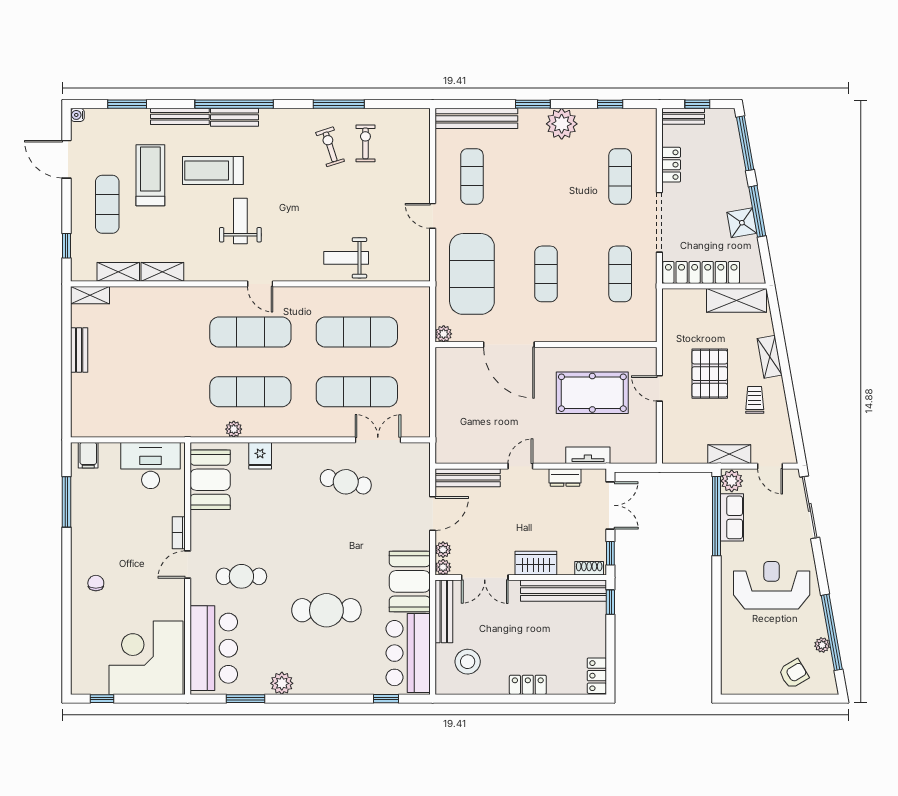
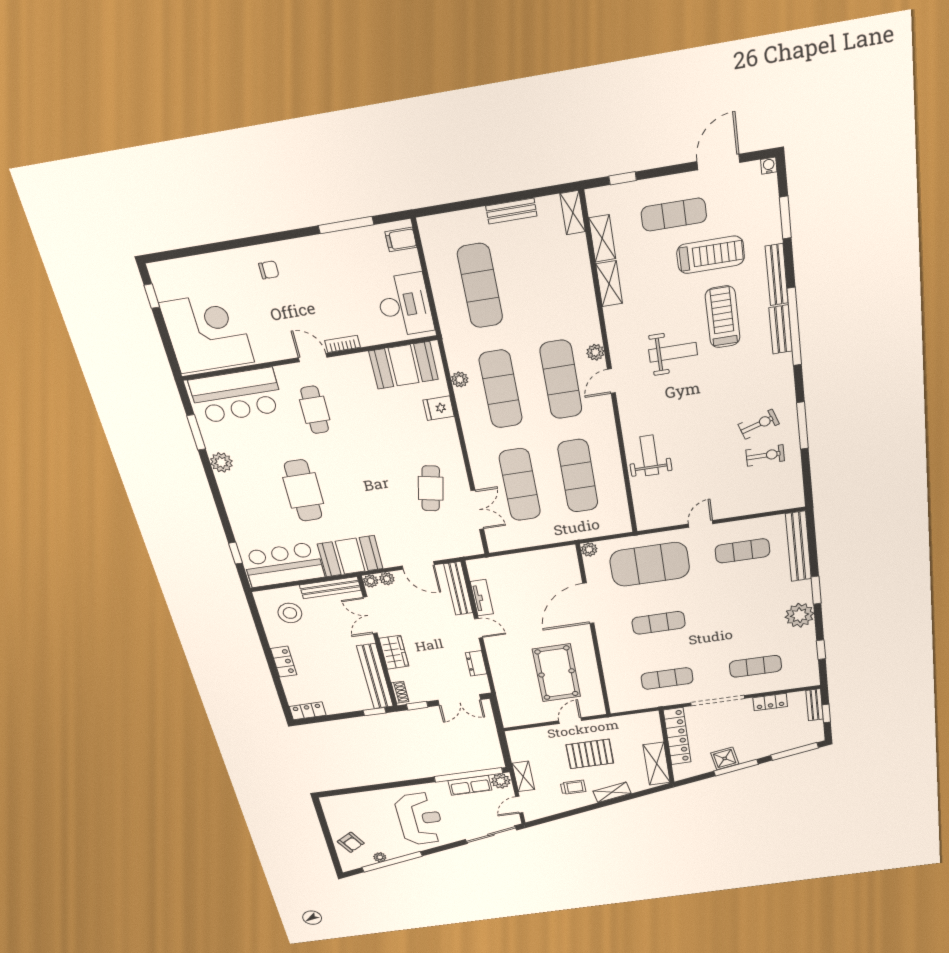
plant: (228, 295) -> (595, 352), added
exercise mat: (144, 392) -> (480, 286), added
tv unit: (588, 455) -> (482, 598), moved

